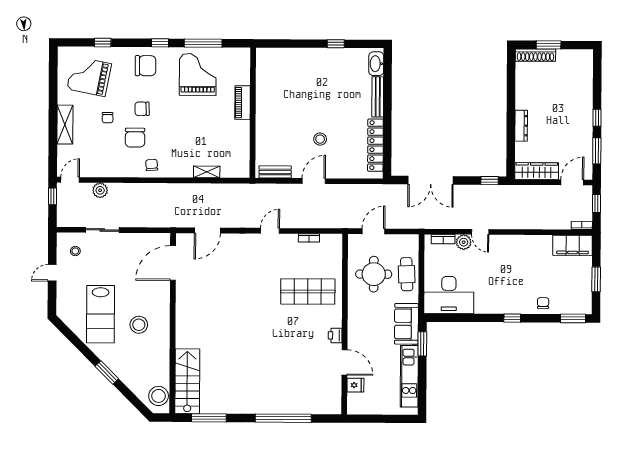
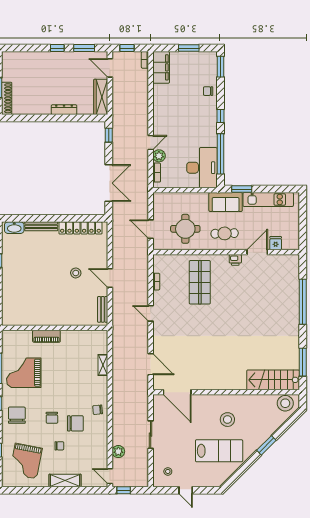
sliding door: (102, 230) -> (151, 435), moved
cafe table: (407, 274) -> (225, 233), moved
window: (466, 318) -> (220, 154), added

